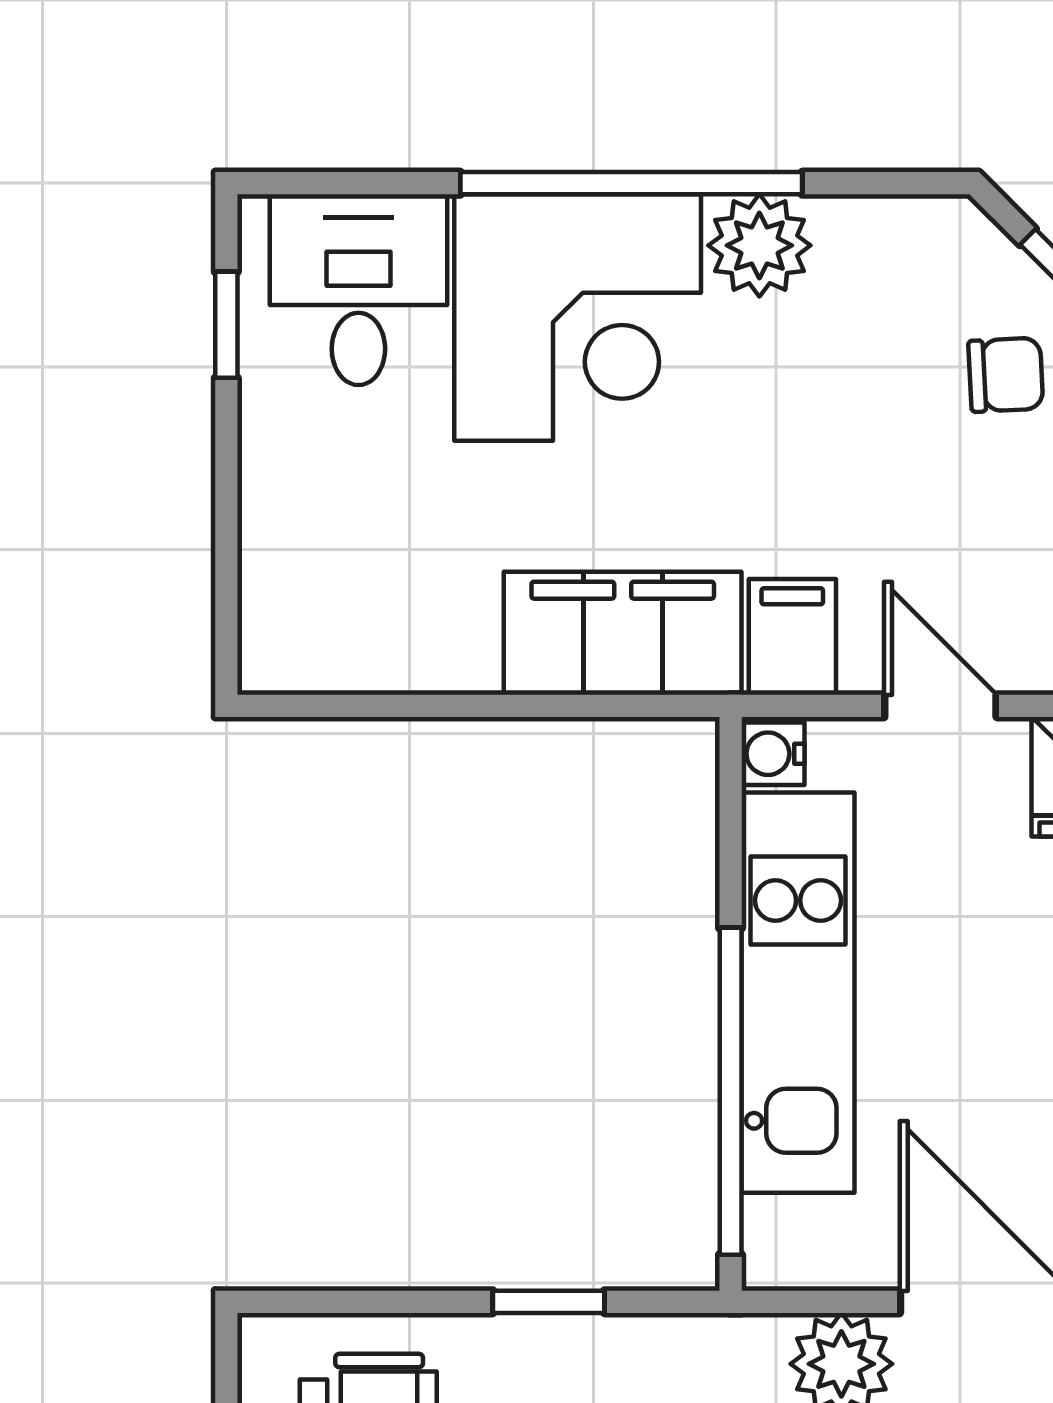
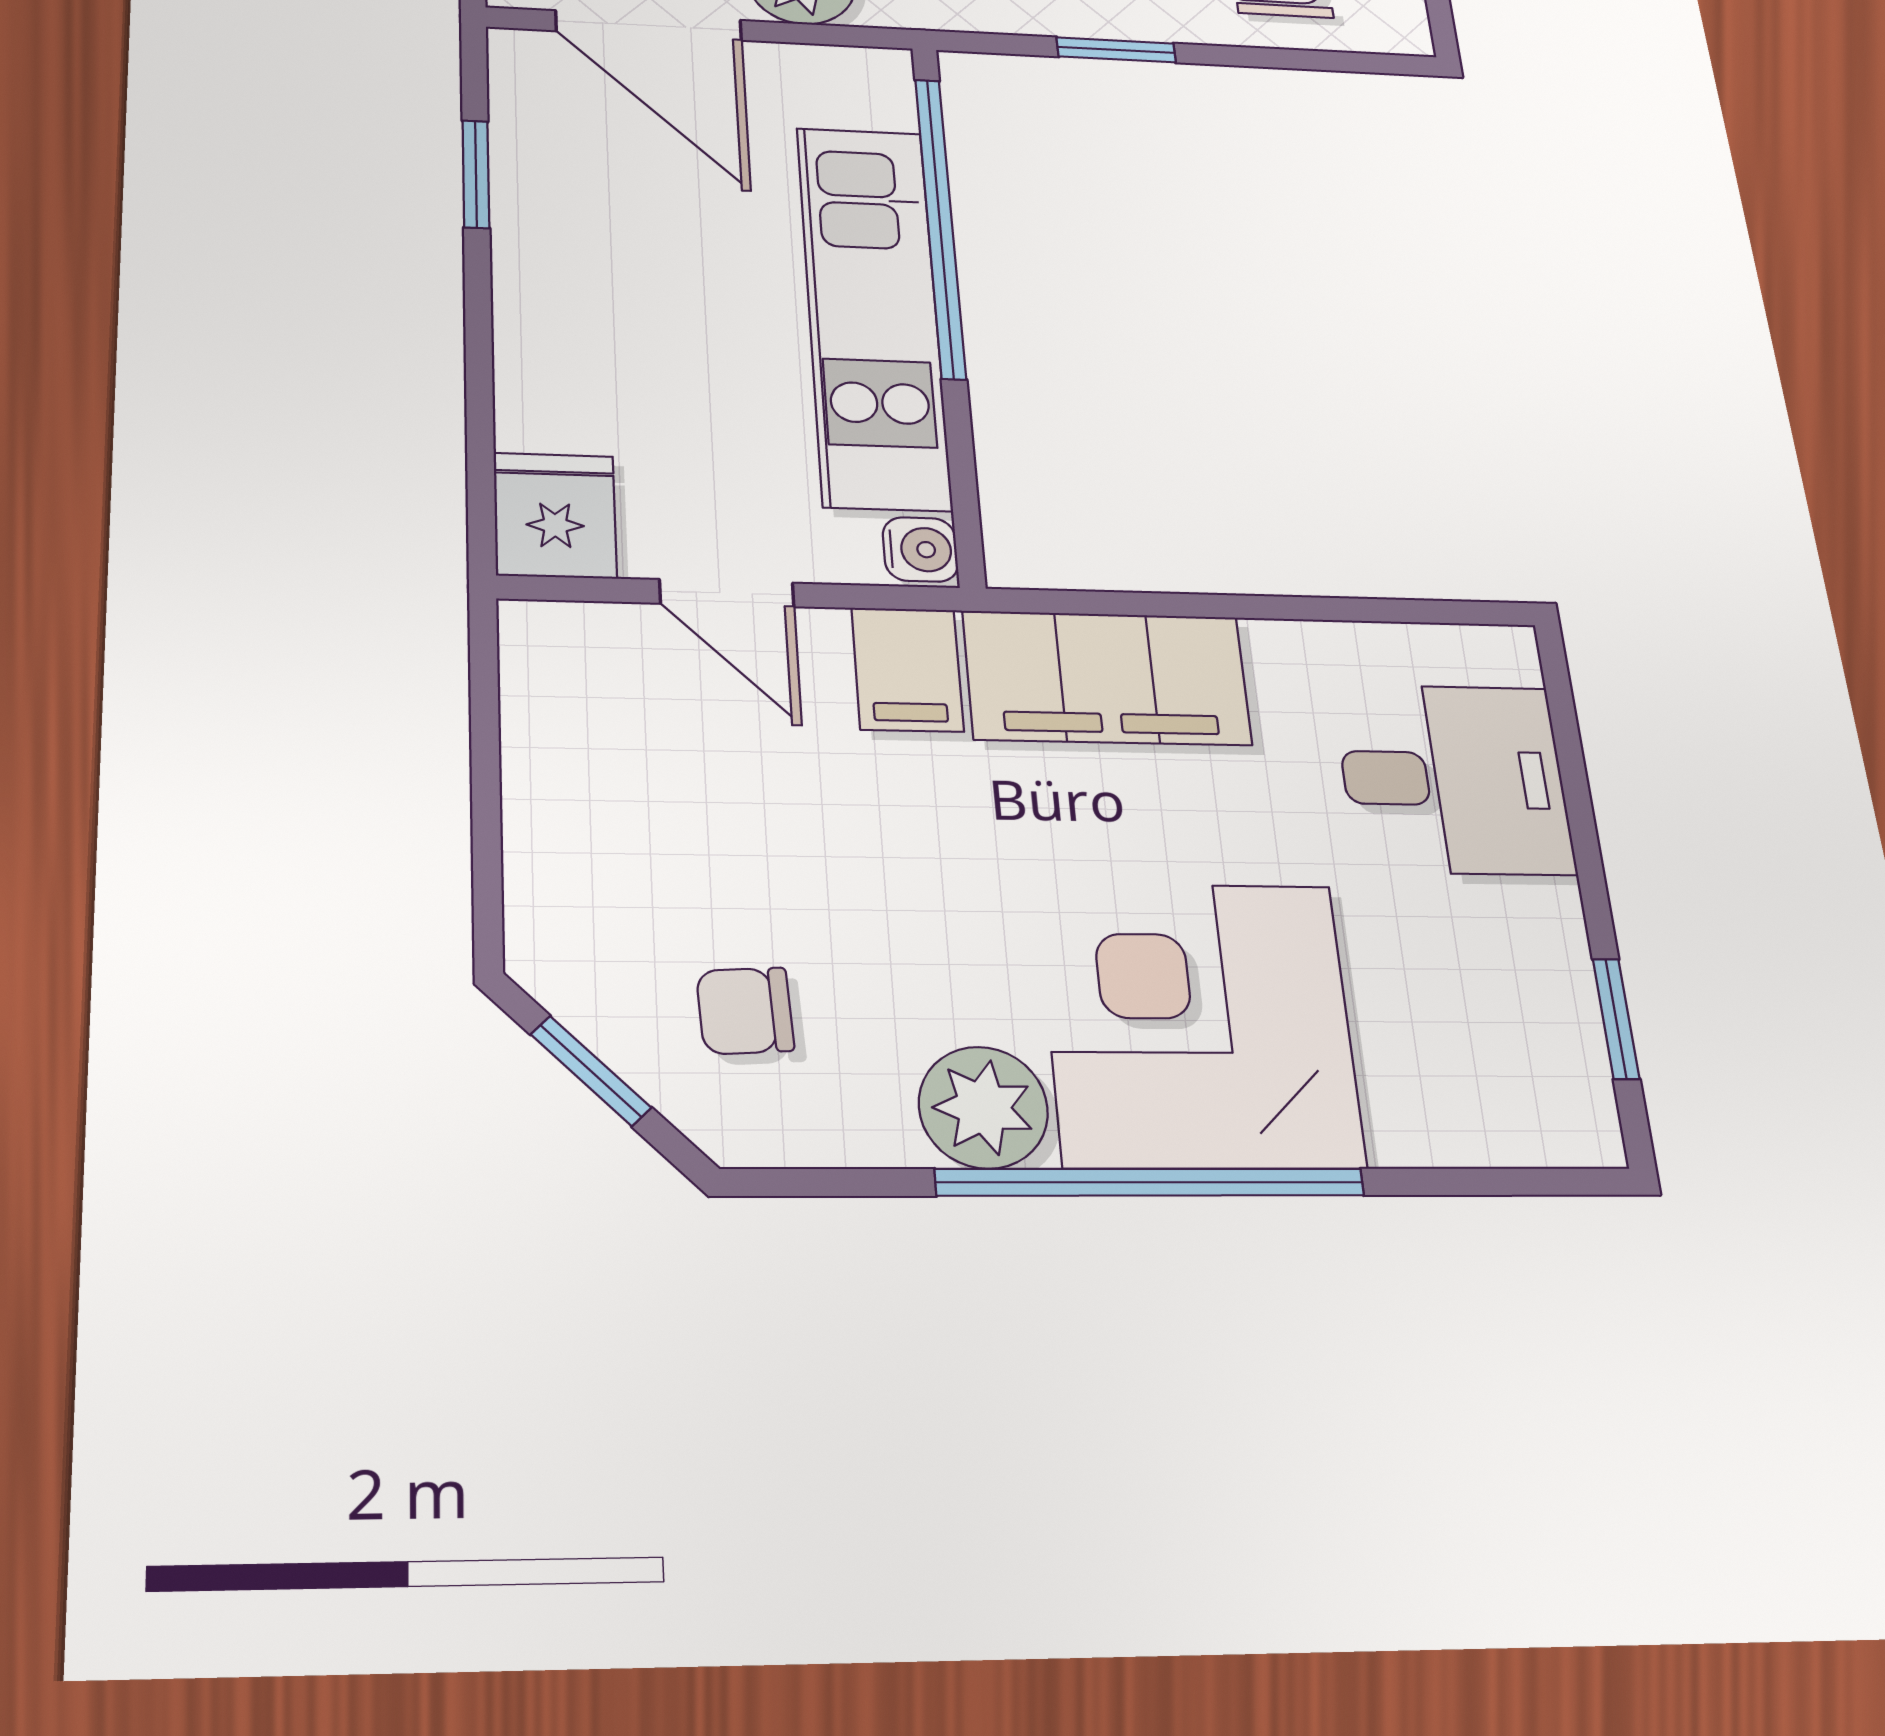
desk: (358, 290) -> (1454, 779), moved, turned -90
chair: (1006, 375) -> (745, 1011), moved

